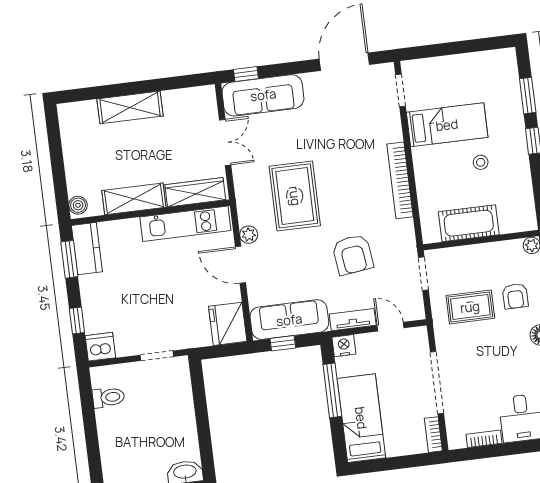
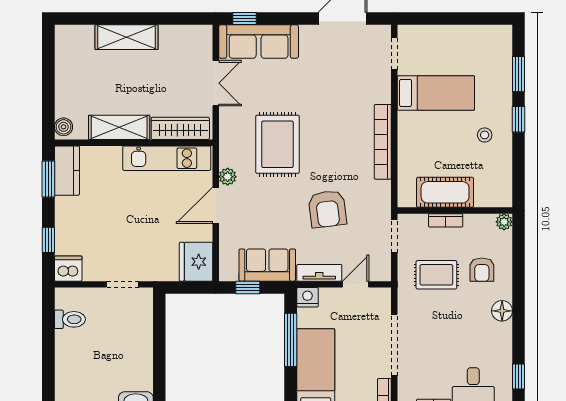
stool: (481, 162) -> (485, 135), moved
bookcase: (473, 251) -> (446, 220), added
door: (240, 265) -> (216, 205), hinge flipped
sofa: (289, 320) -> (267, 265), width x0.73
door: (391, 327) -> (356, 284), hinge flipped

